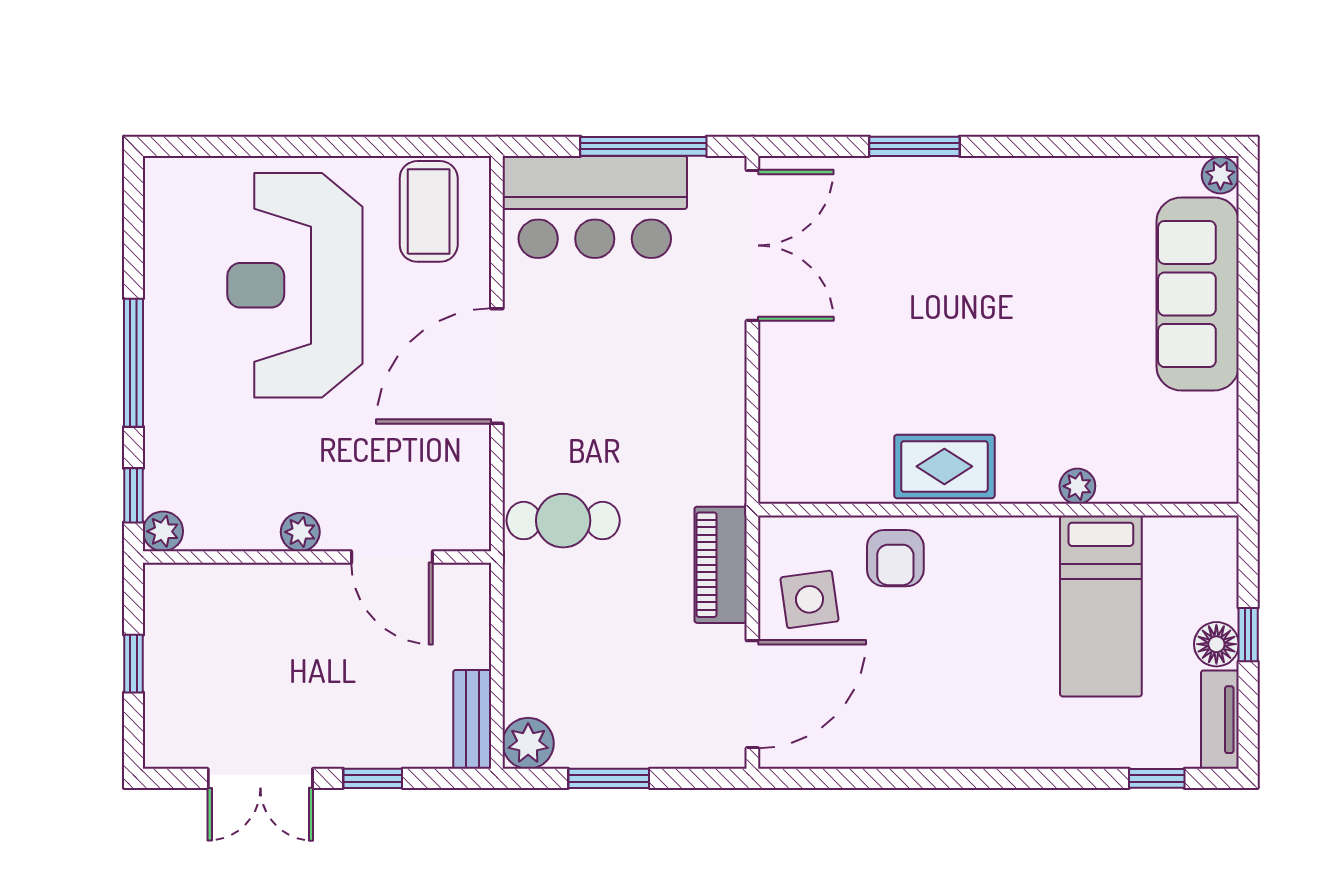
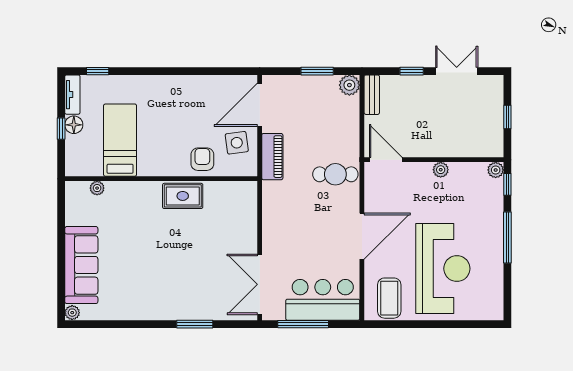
plant: (1077, 486) -> (97, 188), moved
door: (392, 557) -> (386, 160), moved

